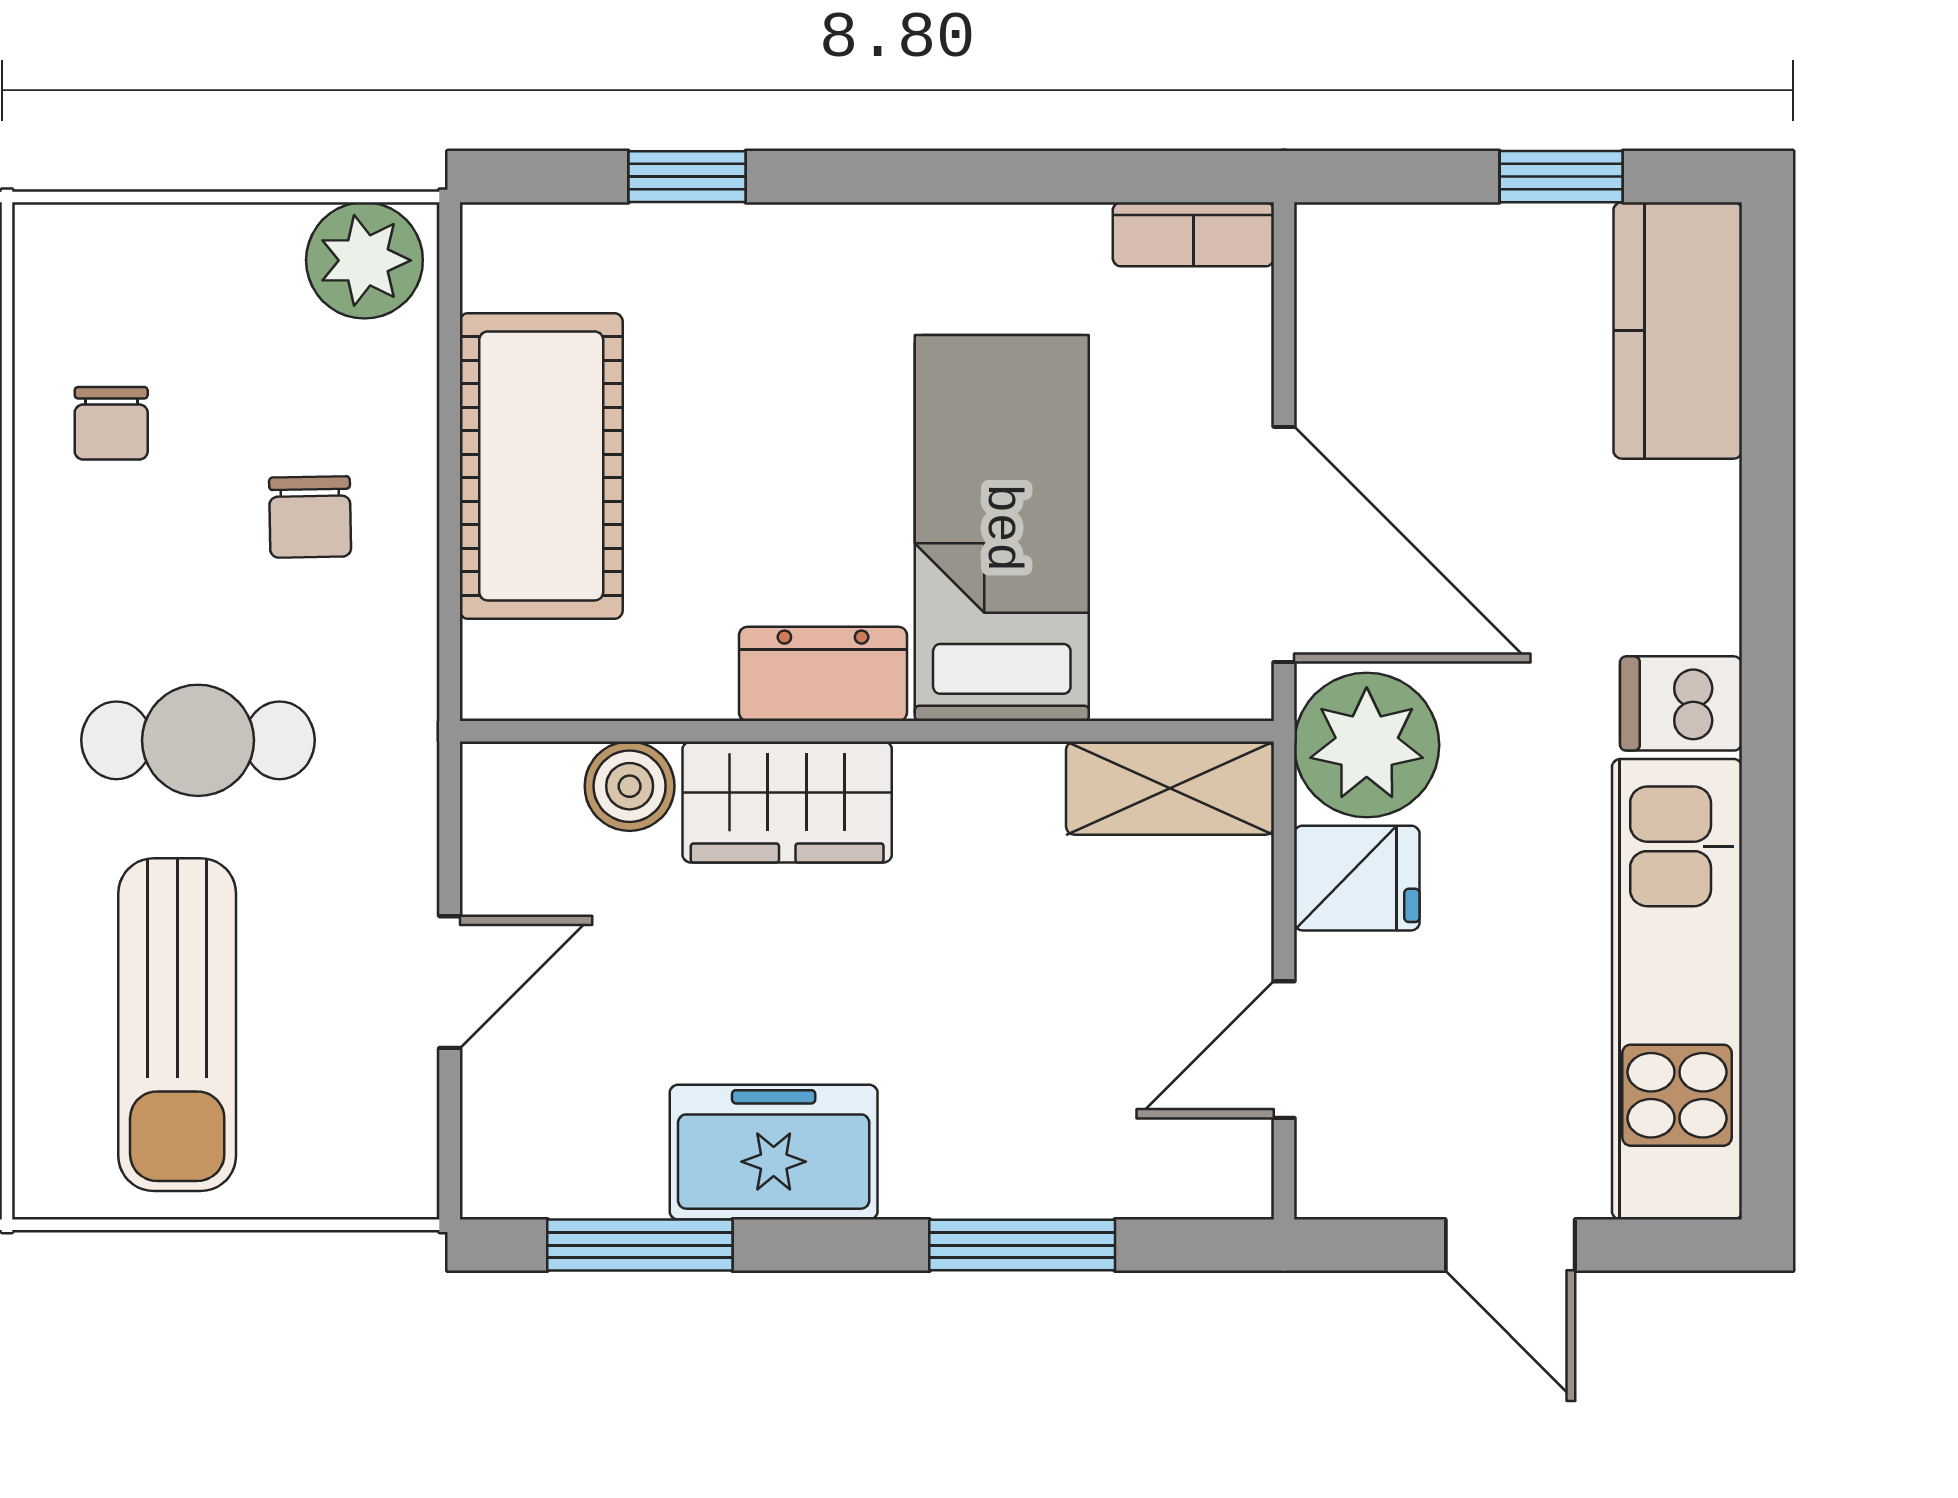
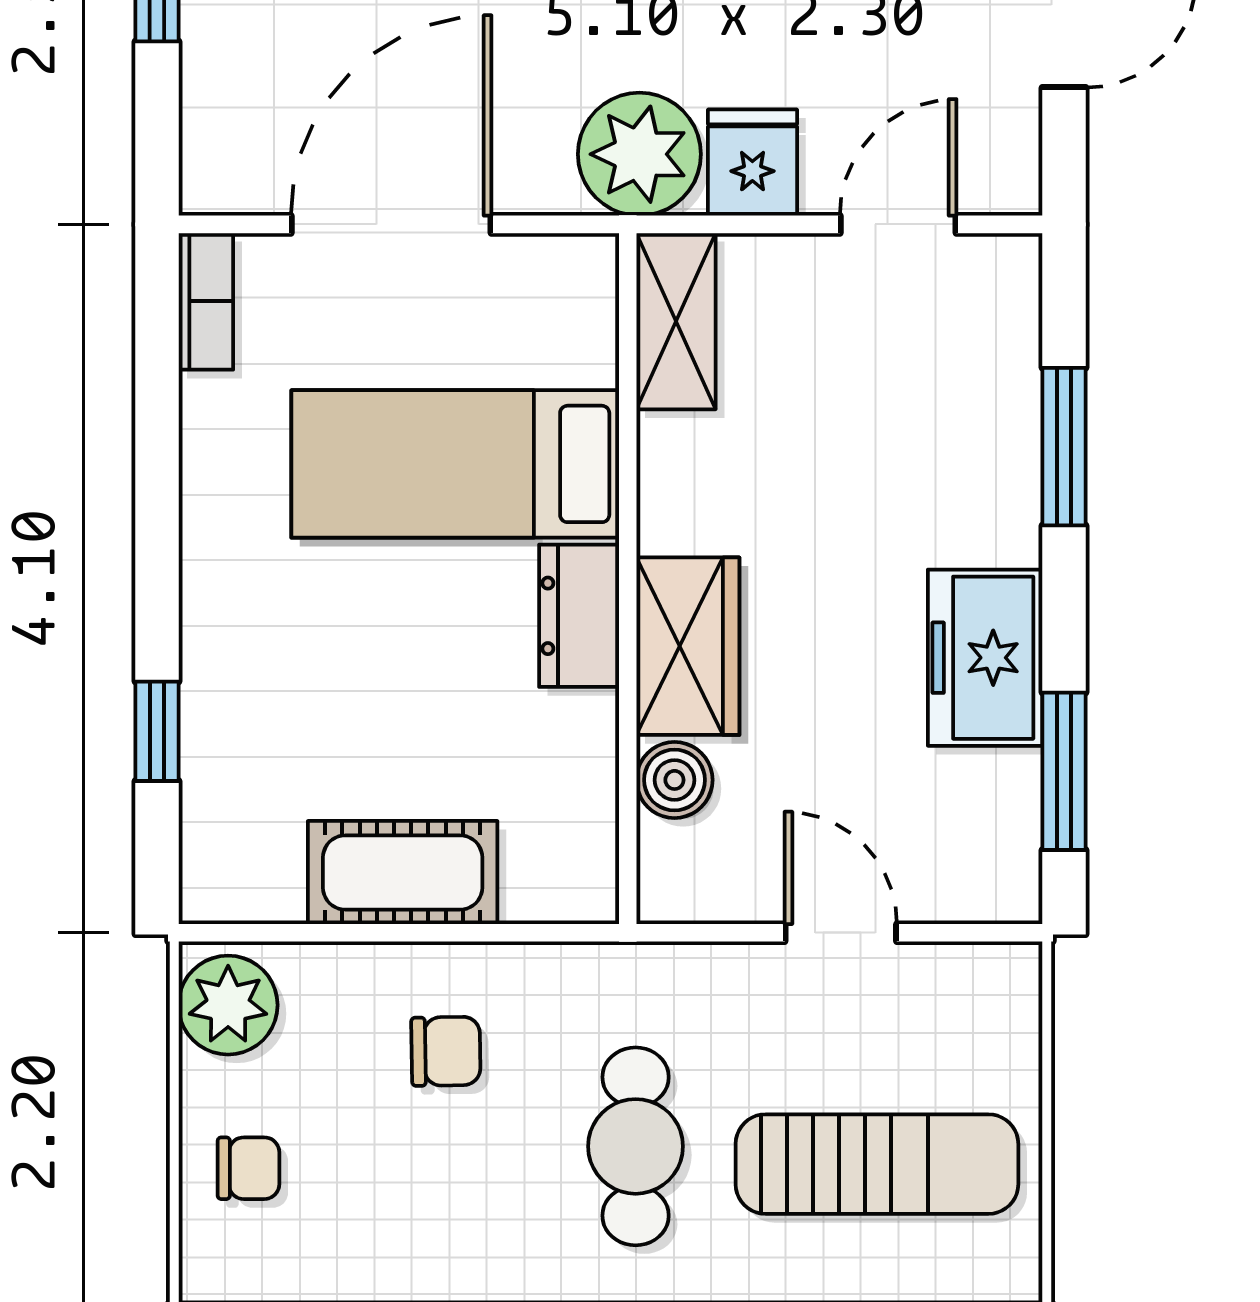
chair: (111, 423) -> (248, 1168), moved
cot: (541, 466) -> (403, 873), width x0.73, depth x0.75
door: (1284, 544) -> (391, 224), moved
door: (1284, 1050) -> (898, 224), swing flipped

